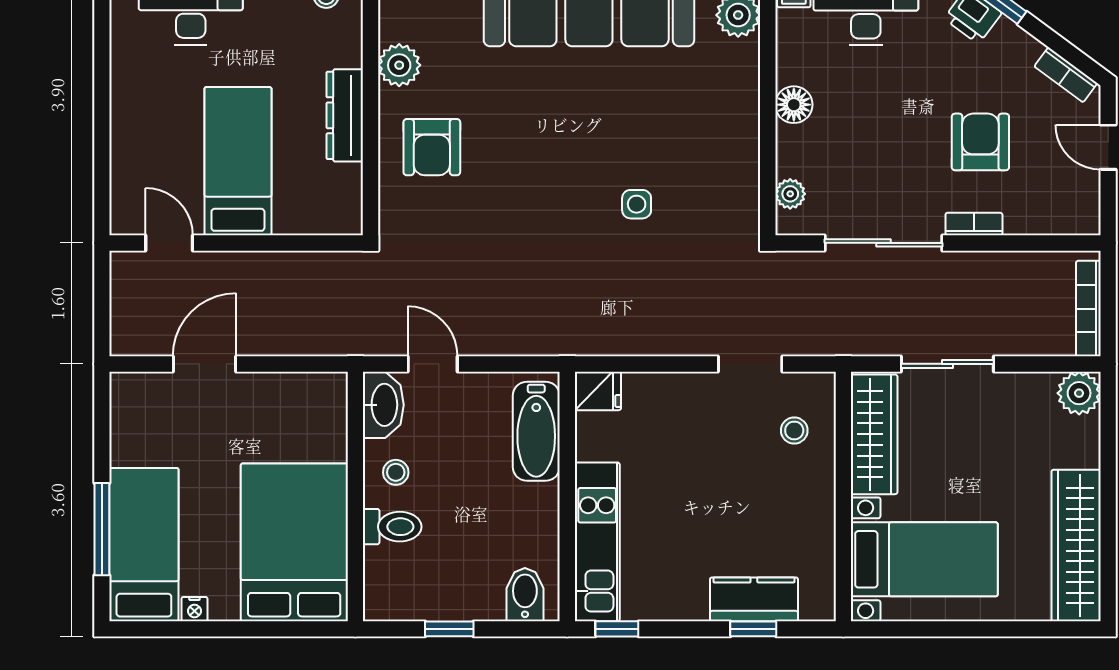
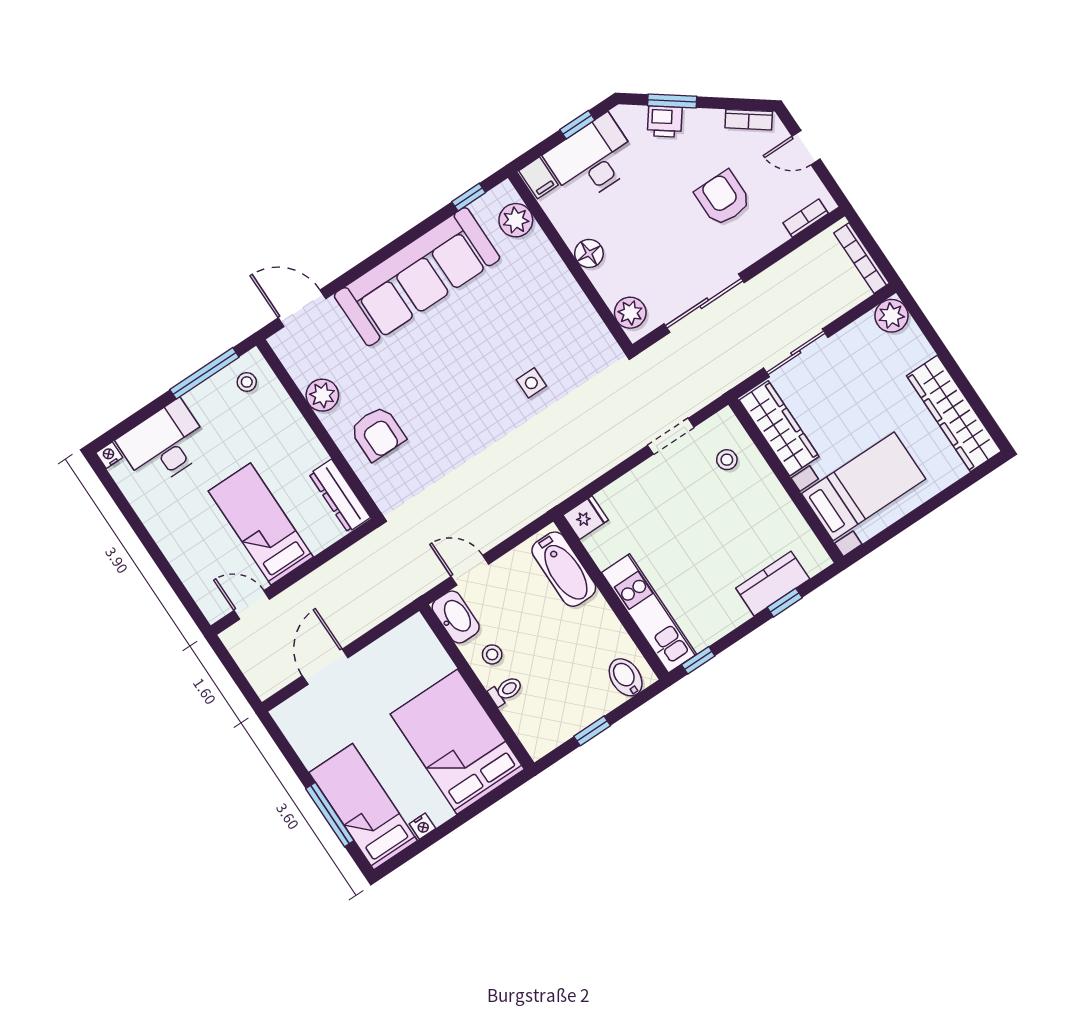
dresser: (345, 115) -> (340, 496), moved
plant: (790, 194) -> (630, 313), width x1.38, depth x1.38
bookcase: (974, 224) -> (806, 218), moved
toilet: (392, 527) -> (506, 691), width x0.73, depth x0.72

